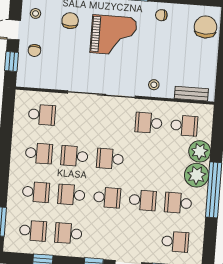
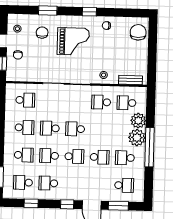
school desk: (184, 126) -> (126, 103), turned 180
school desk: (33, 231) -> (23, 182), turned 180

